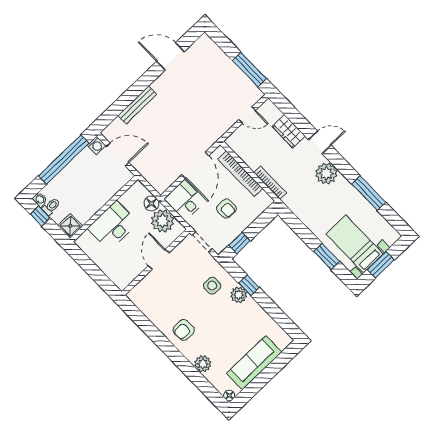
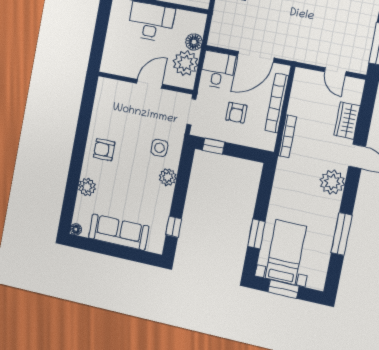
window: (249, 285) -> (174, 227), moved

